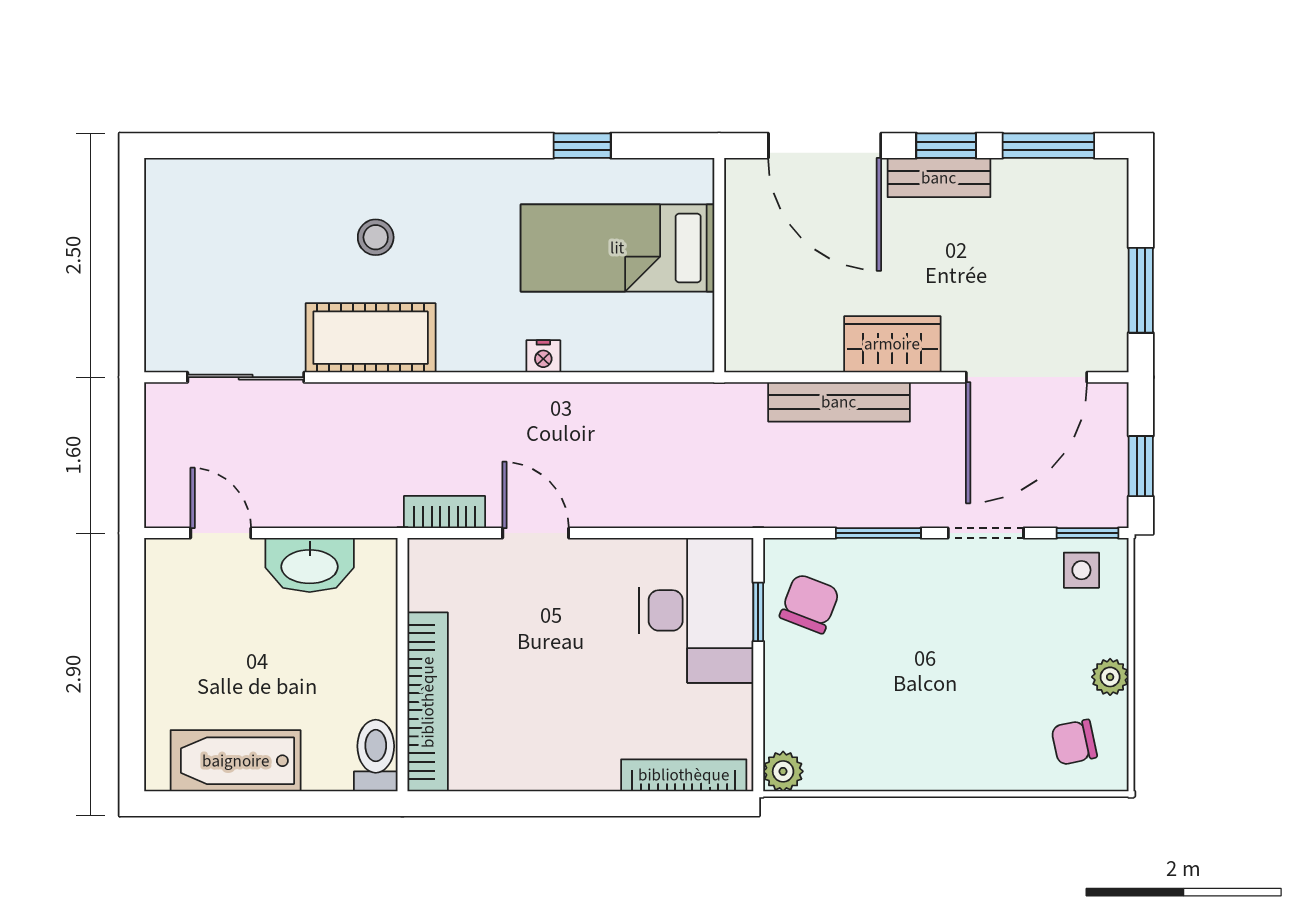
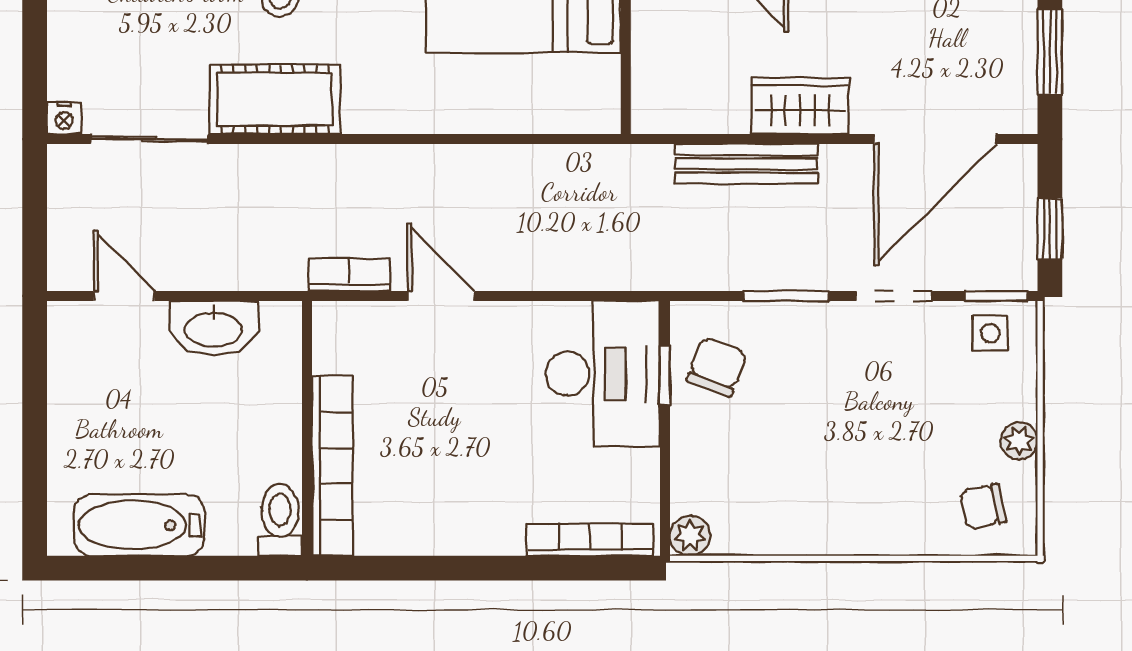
nightstand: (543, 356) -> (64, 118), moved

